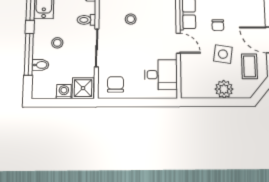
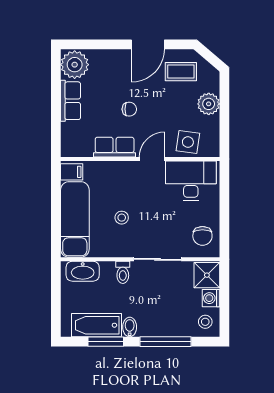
stool: (57, 43) -> (205, 322), moved
side table: (223, 54) -> (188, 142), moved
bidet: (41, 65) -> (130, 327), moved
desk: (161, 75) -> (191, 181), width x1.37
chair: (116, 84) -> (202, 236), turned -90

